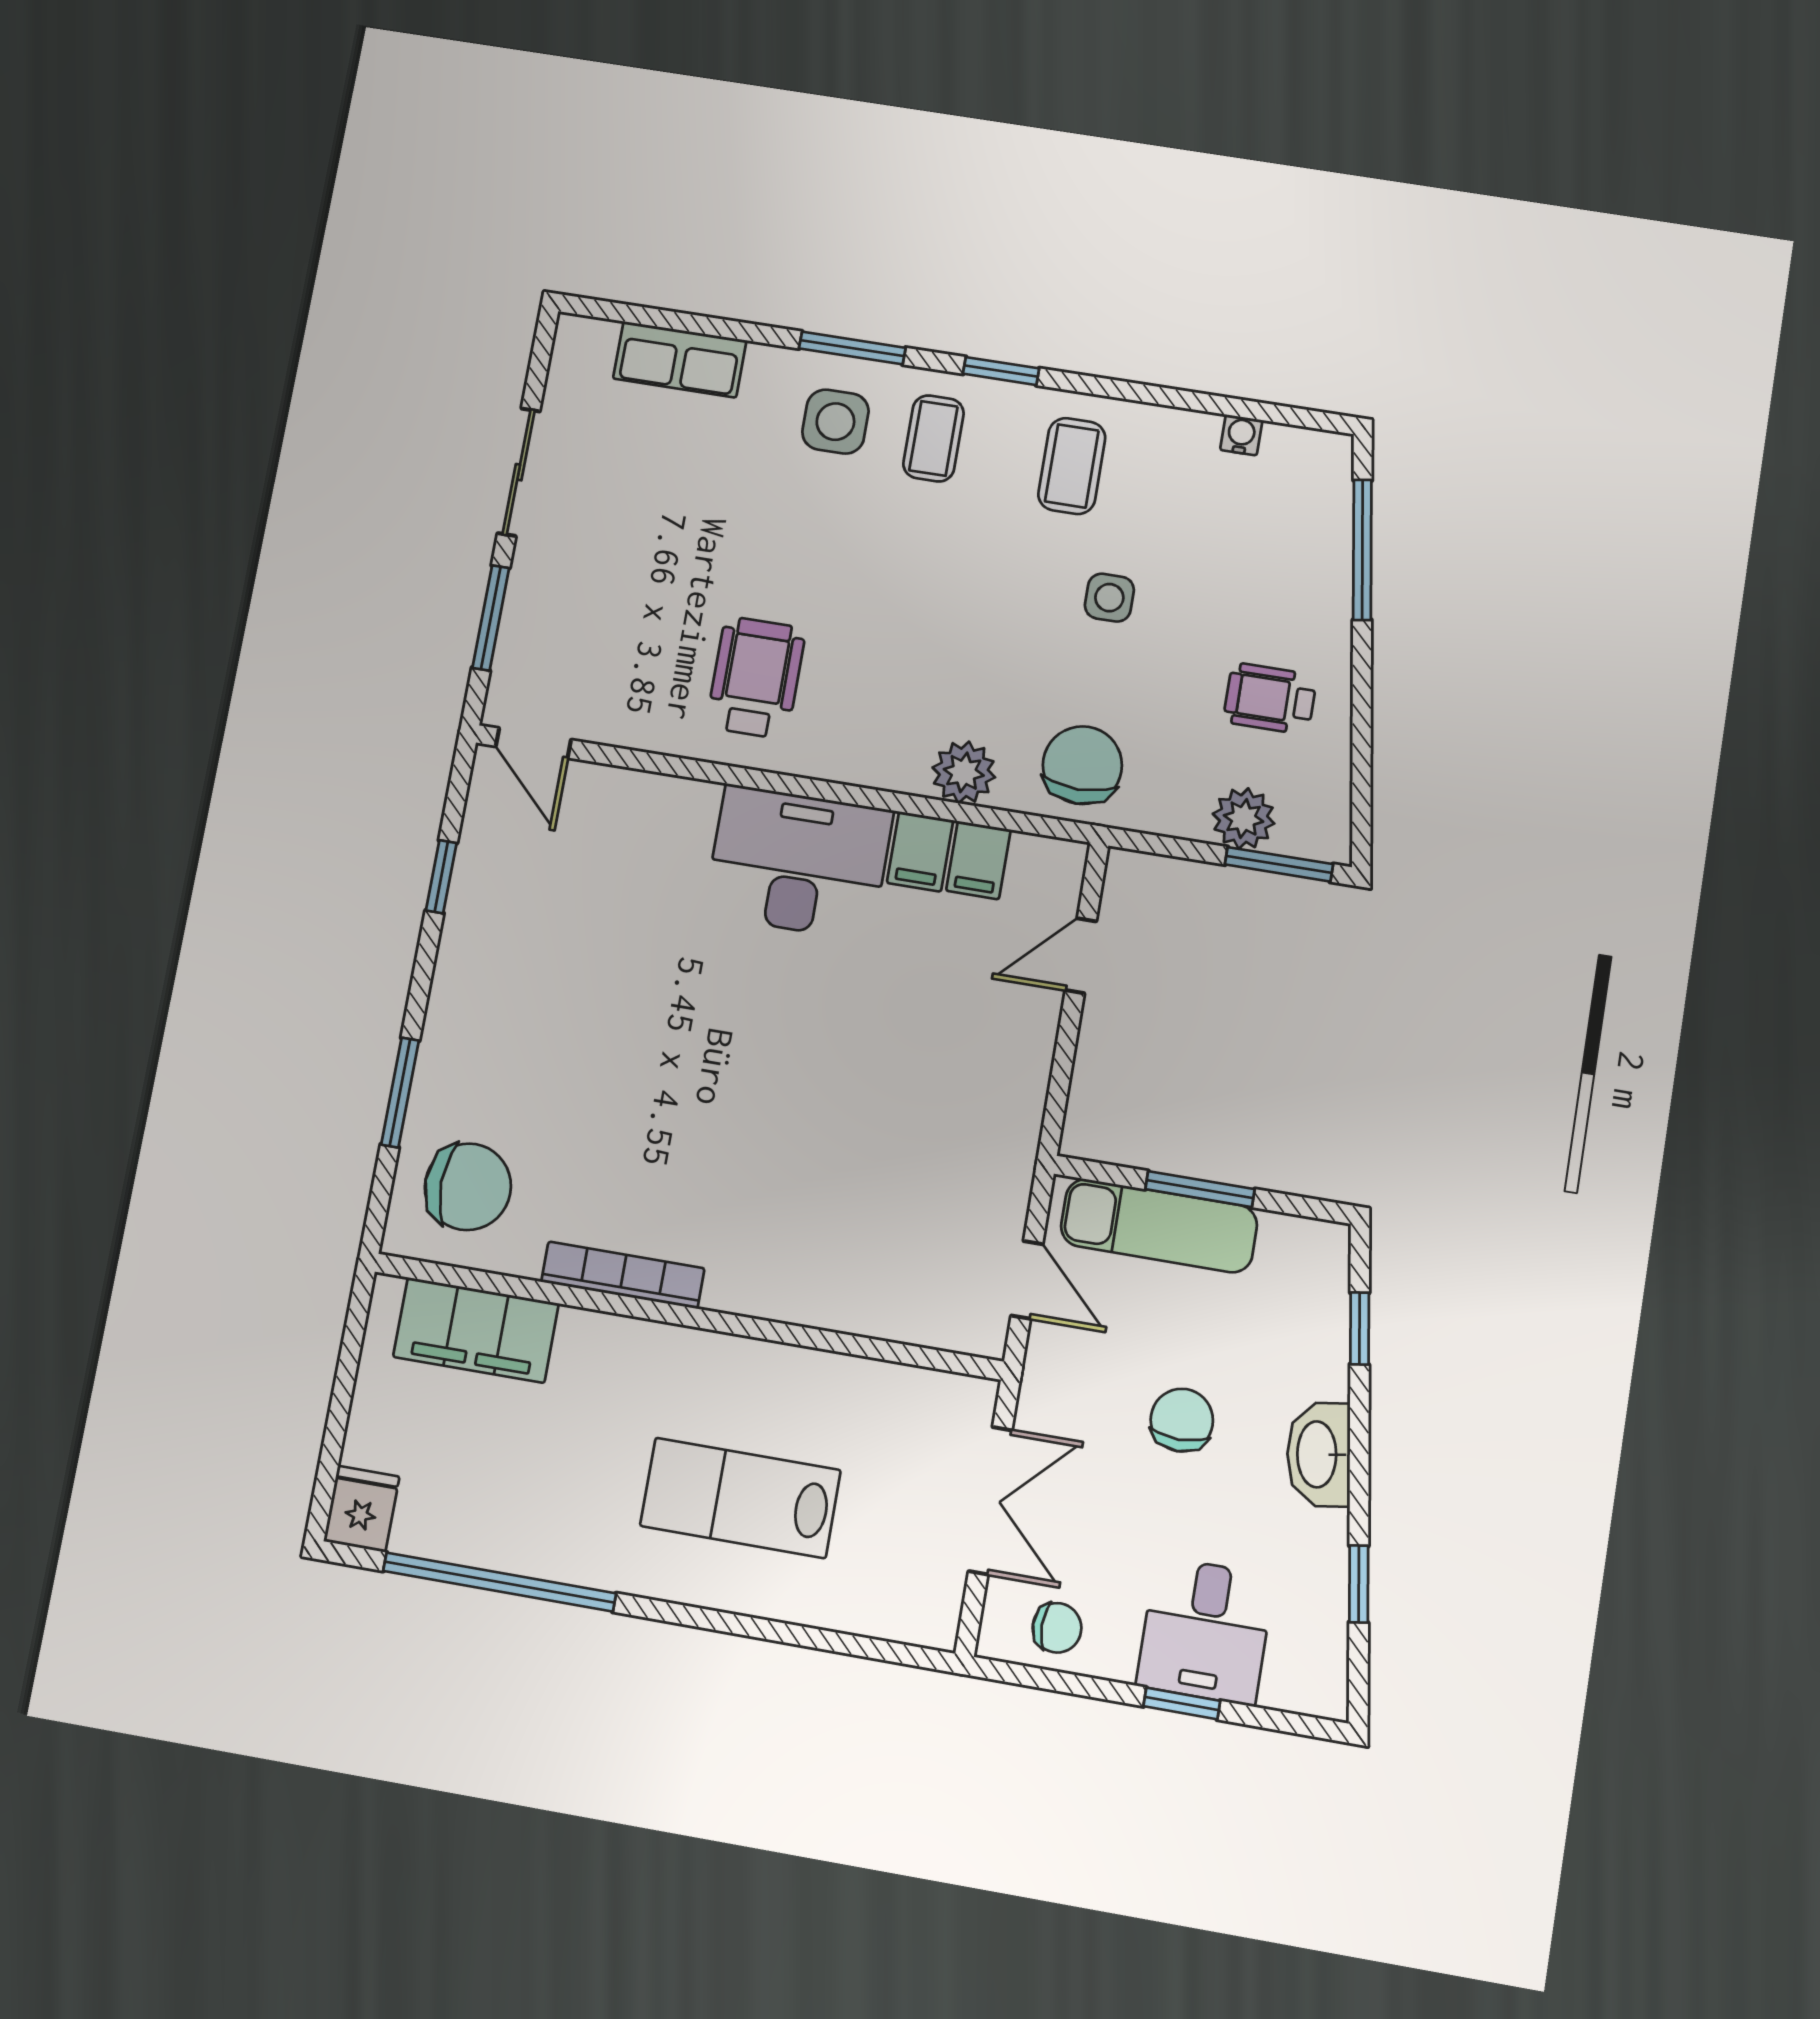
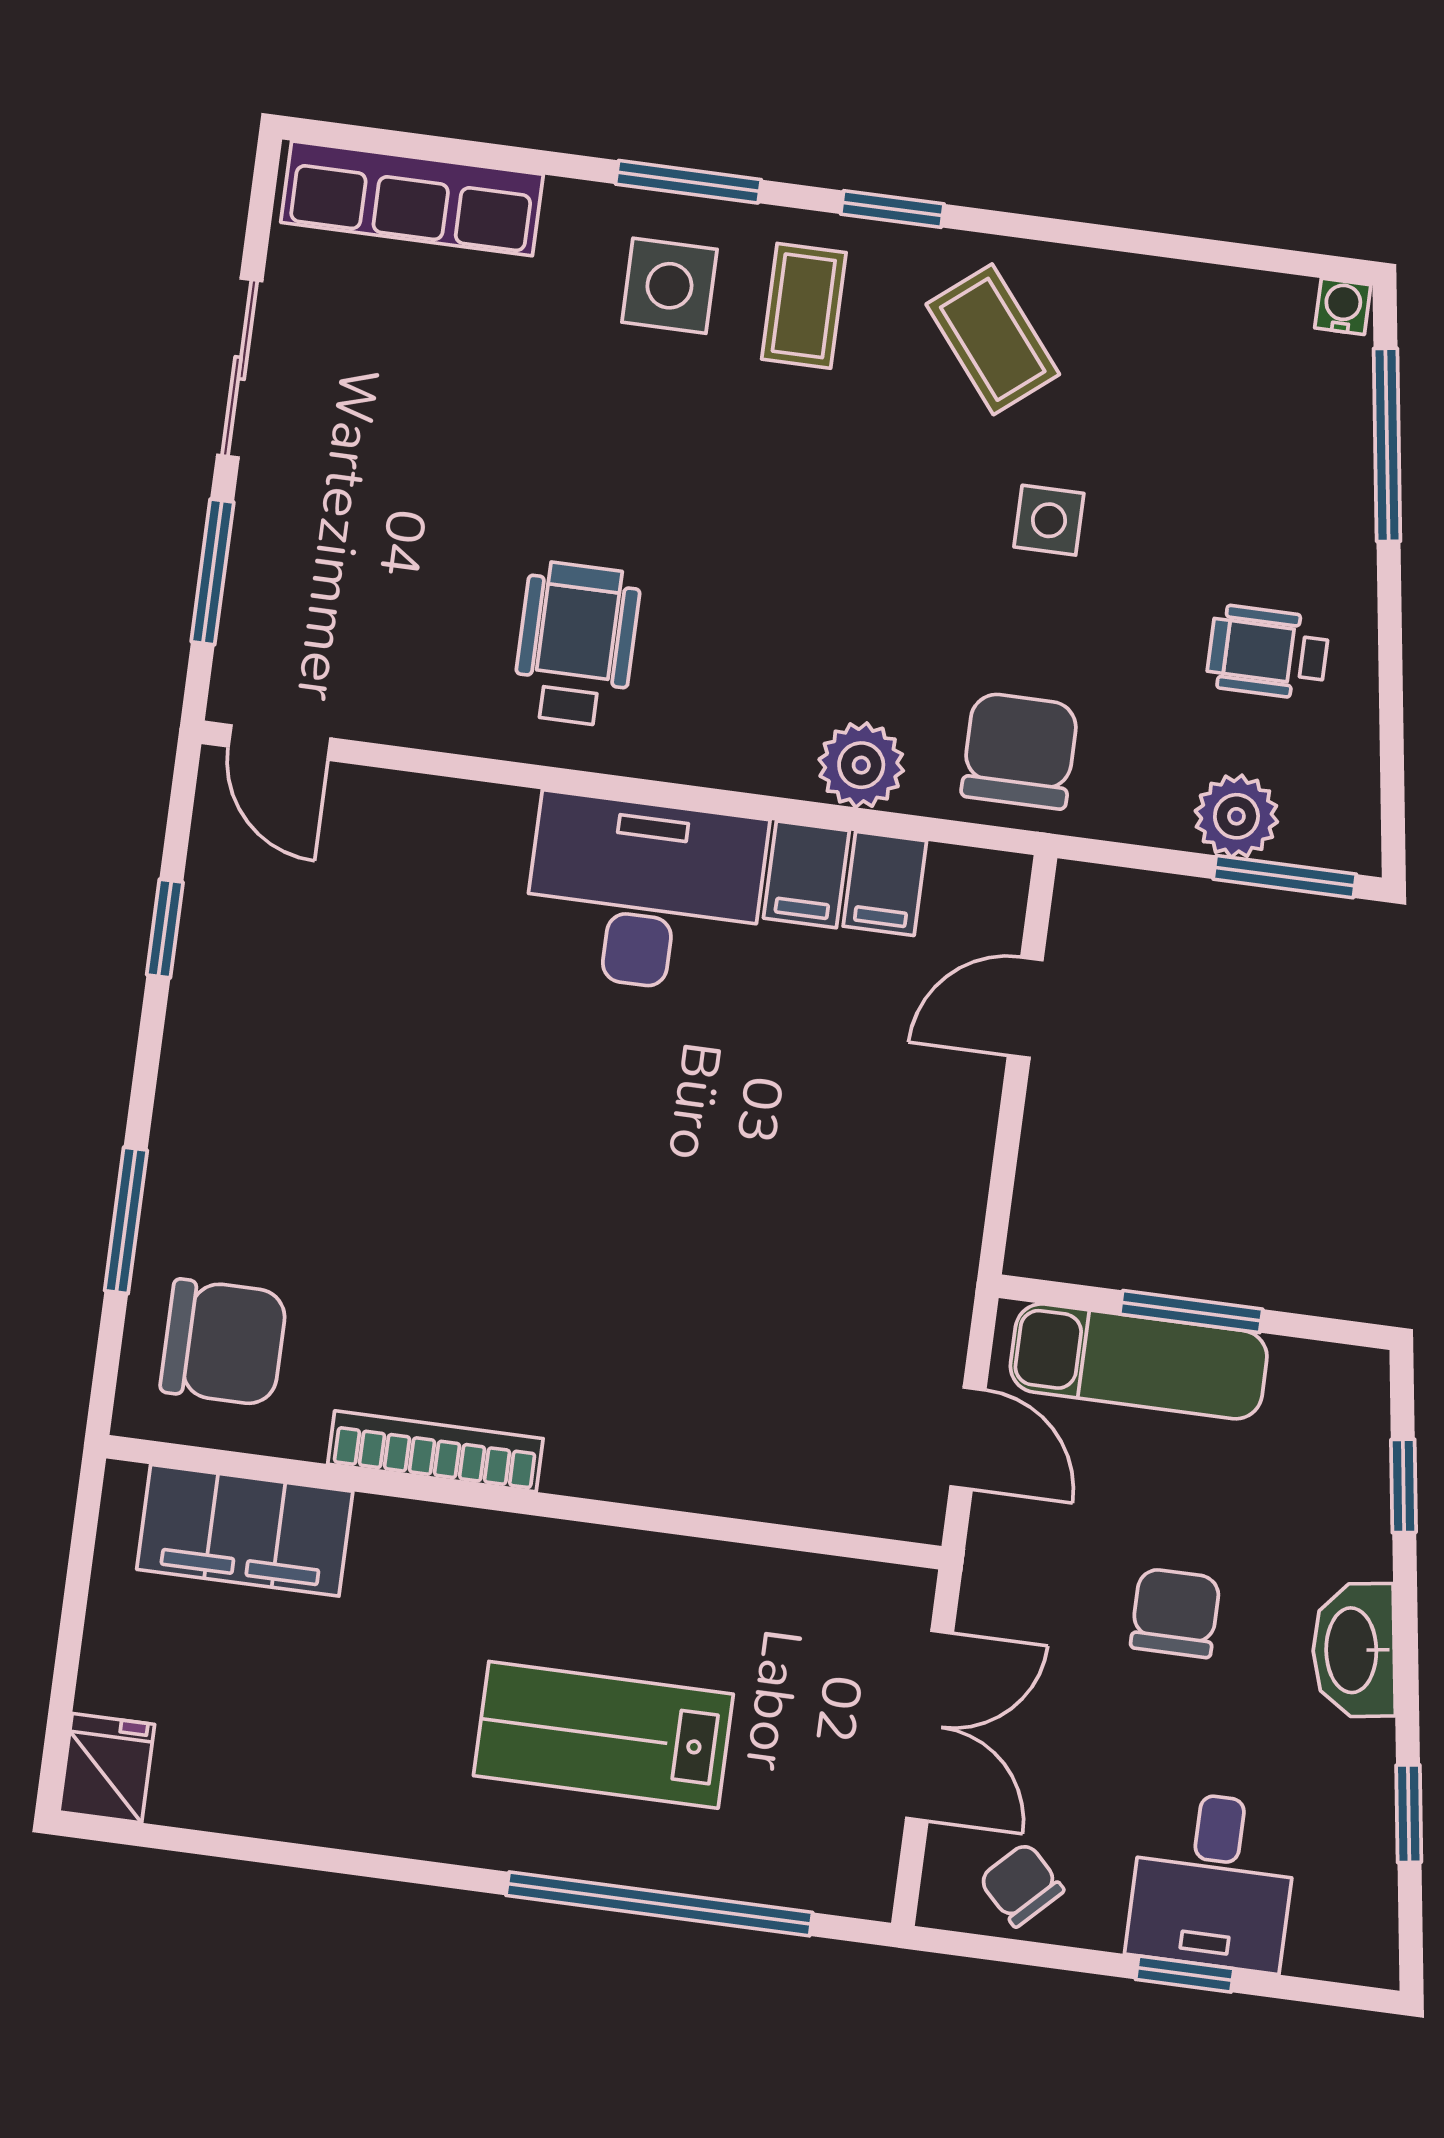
row of seats: (680, 359) -> (412, 198), width x1.48
water cooler: (1241, 435) -> (1343, 306), moved
coffee table: (1072, 466) -> (993, 339), turned -39
window: (499, 1582) -> (659, 1904), moved
chair: (1057, 1628) -> (1021, 1885), turned -135

